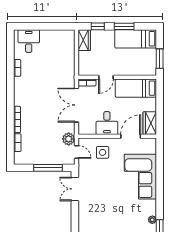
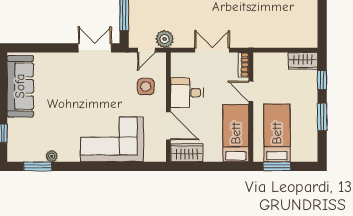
bed: (136, 39) -> (277, 133), moved
double door: (76, 105) -> (212, 50), width x0.73

